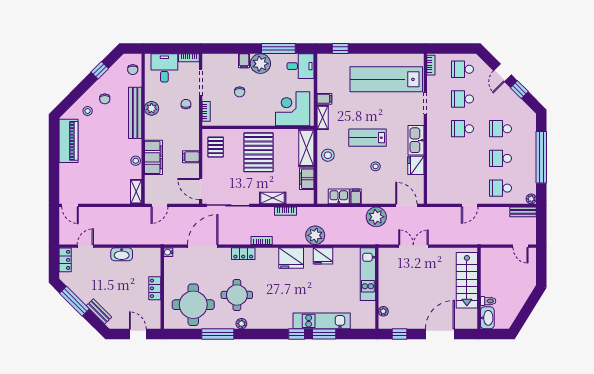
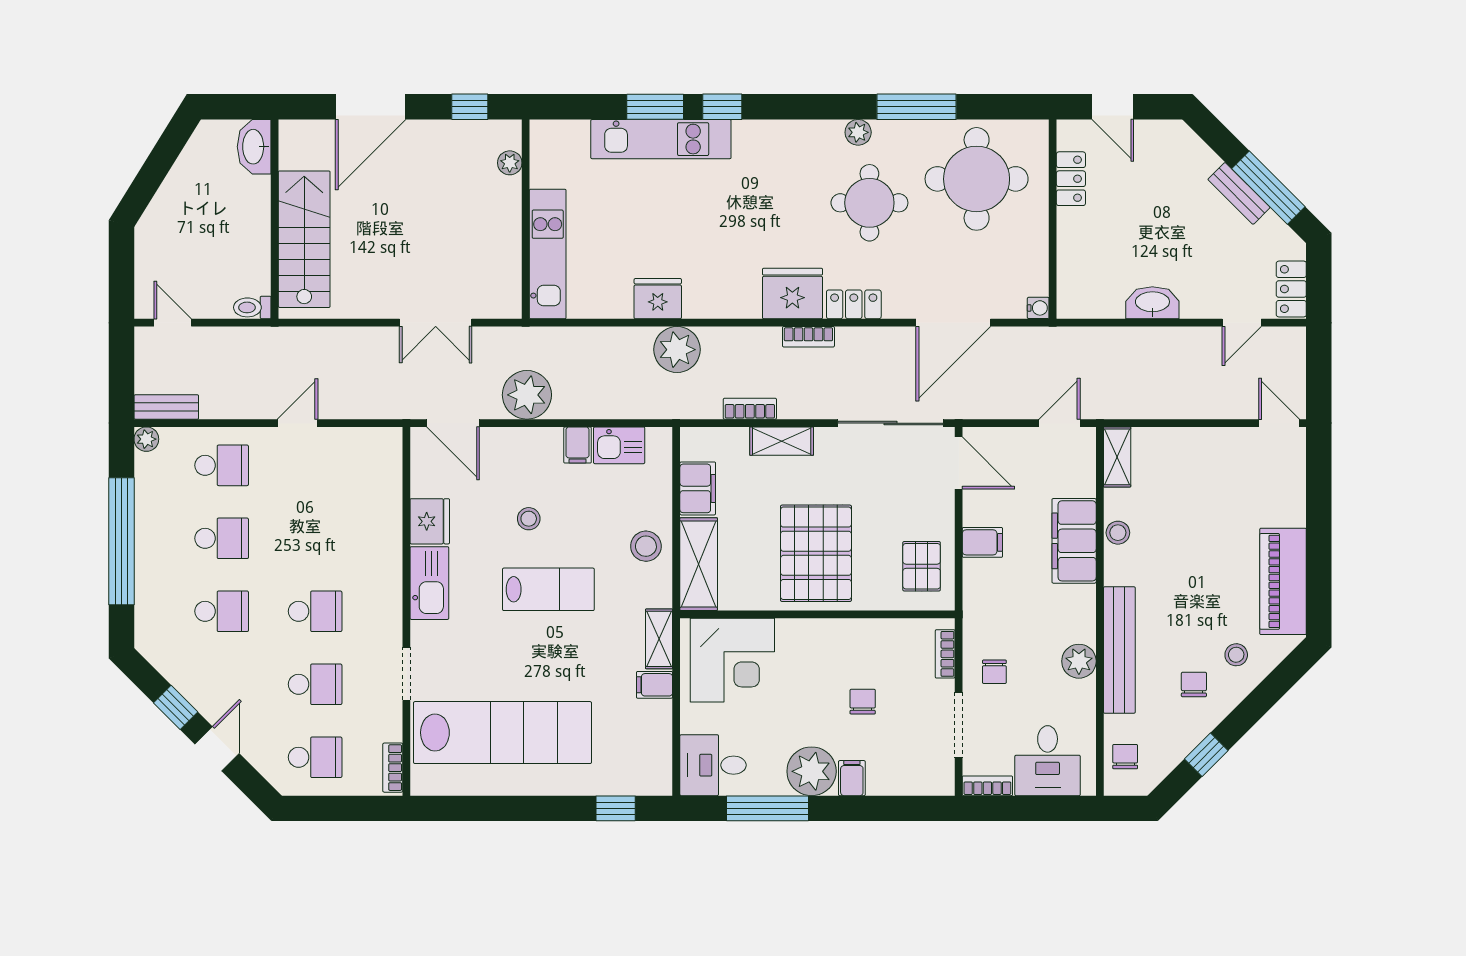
fridge: (291, 258) -> (792, 294), moved
locker: (155, 288) -> (1071, 179), moved
toilet: (488, 301) -> (252, 307), moved
bench: (99, 311) -> (1239, 193), moved

